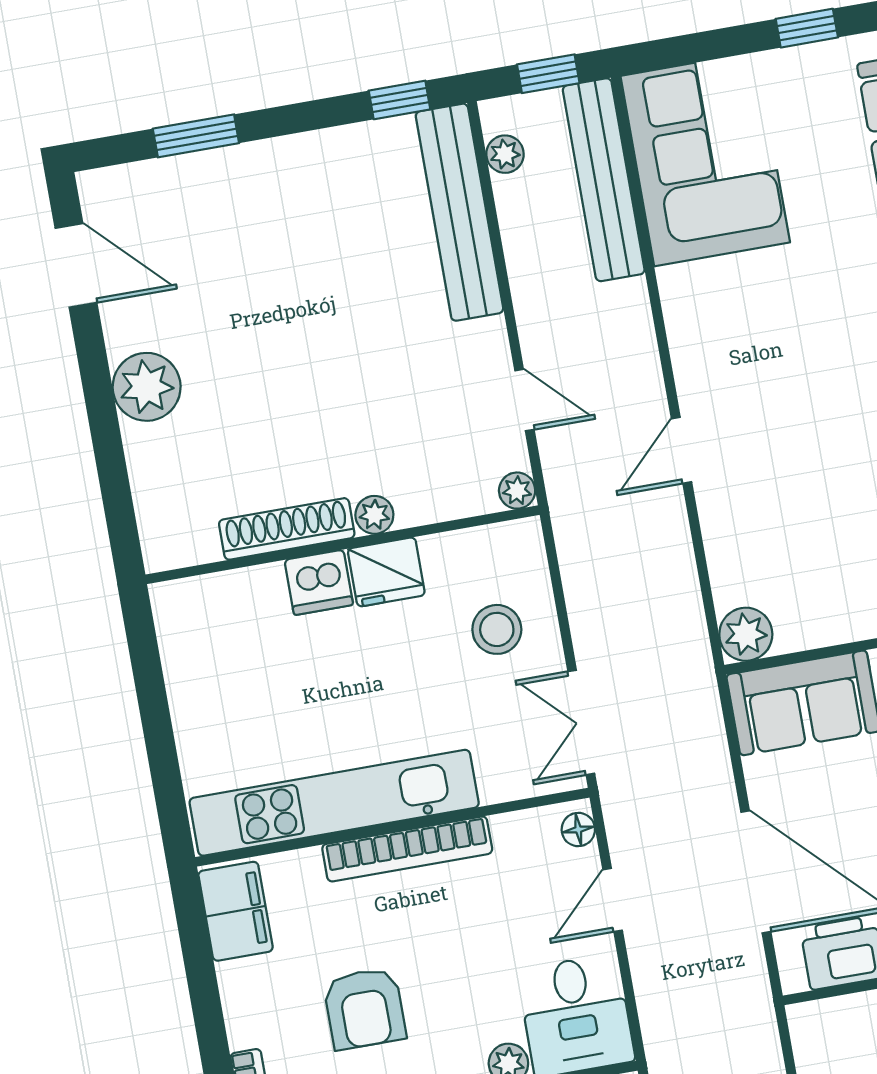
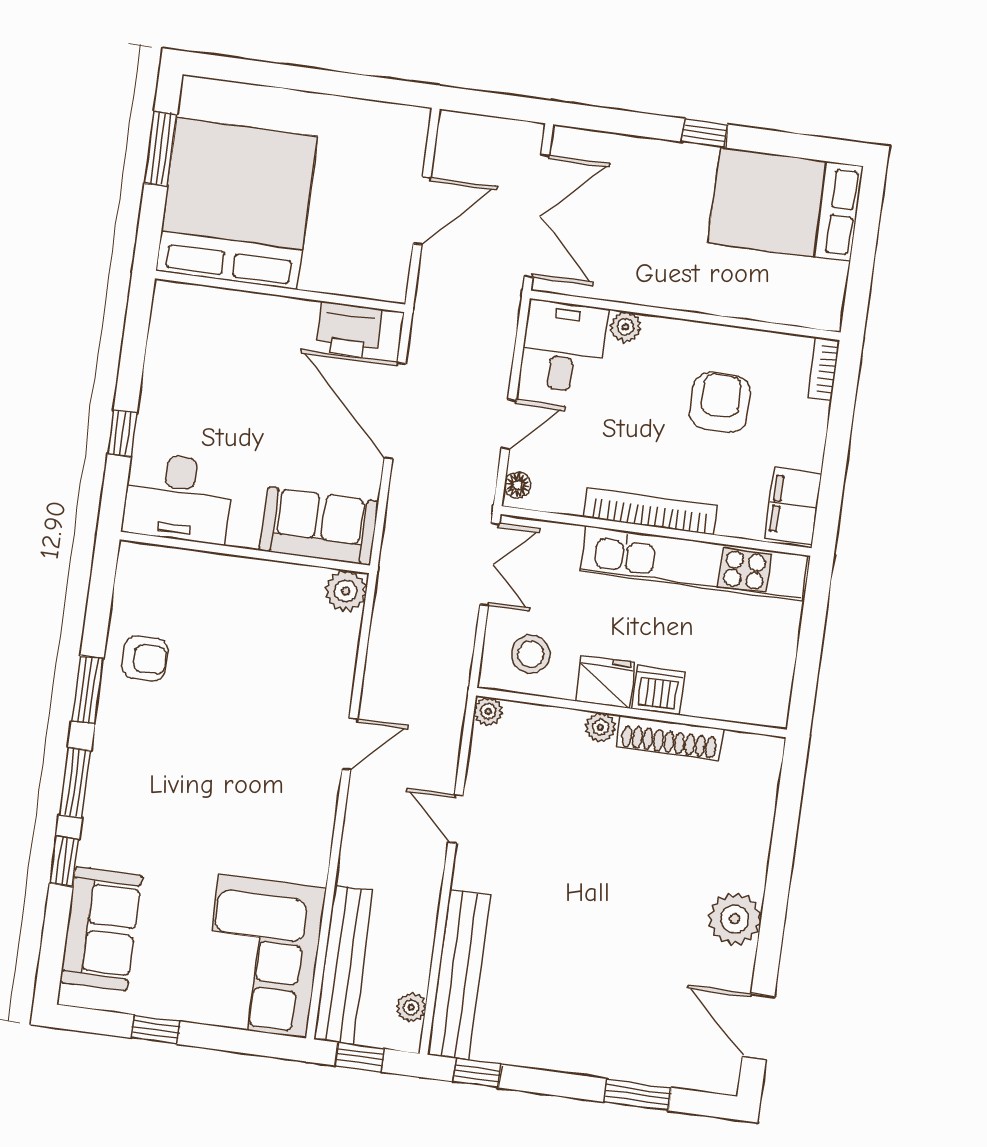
plant: (517, 491) -> (488, 711), moved
plant: (374, 515) -> (600, 727), moved
shoe rack: (287, 529) -> (669, 738), moved
wall: (342, 545) -> (631, 713), moved
fridge: (386, 572) -> (605, 682), moved
dishwasher: (319, 582) -> (658, 690), moved

